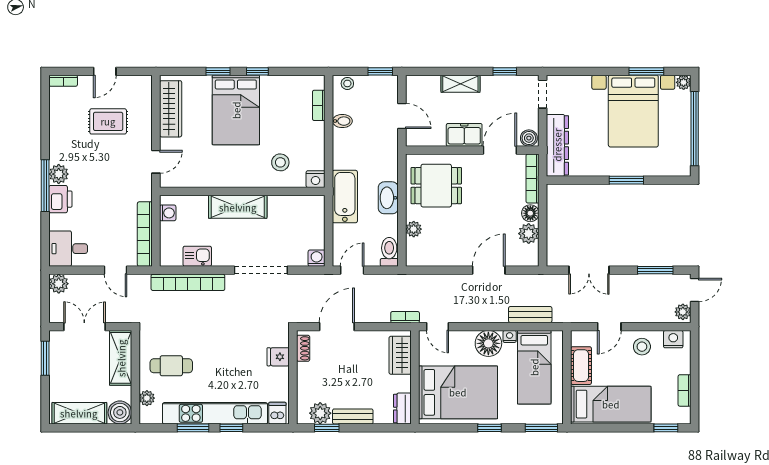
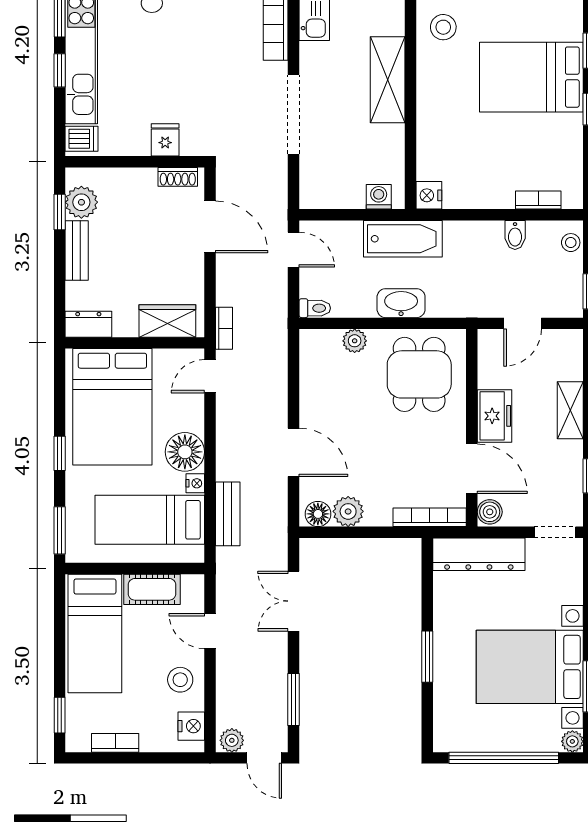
stool: (280, 162) -> (443, 27), moved
floor lamp: (530, 213) -> (318, 514), moved
toilet: (389, 252) -> (315, 308), width x0.73, depth x0.72
washing machine: (317, 258) -> (379, 197), moved, turned -90

